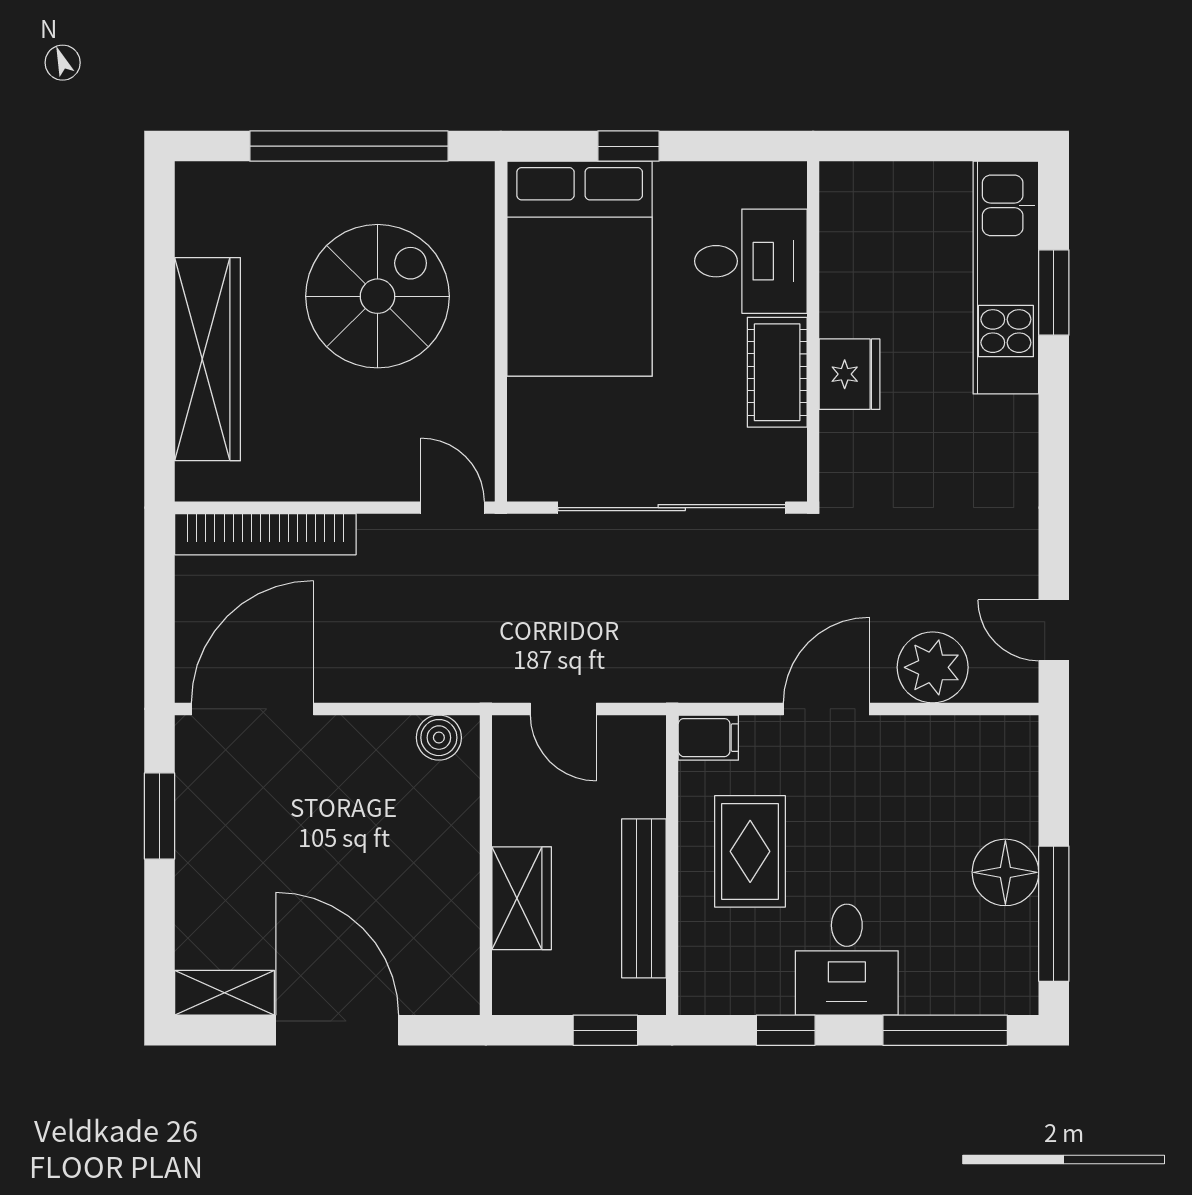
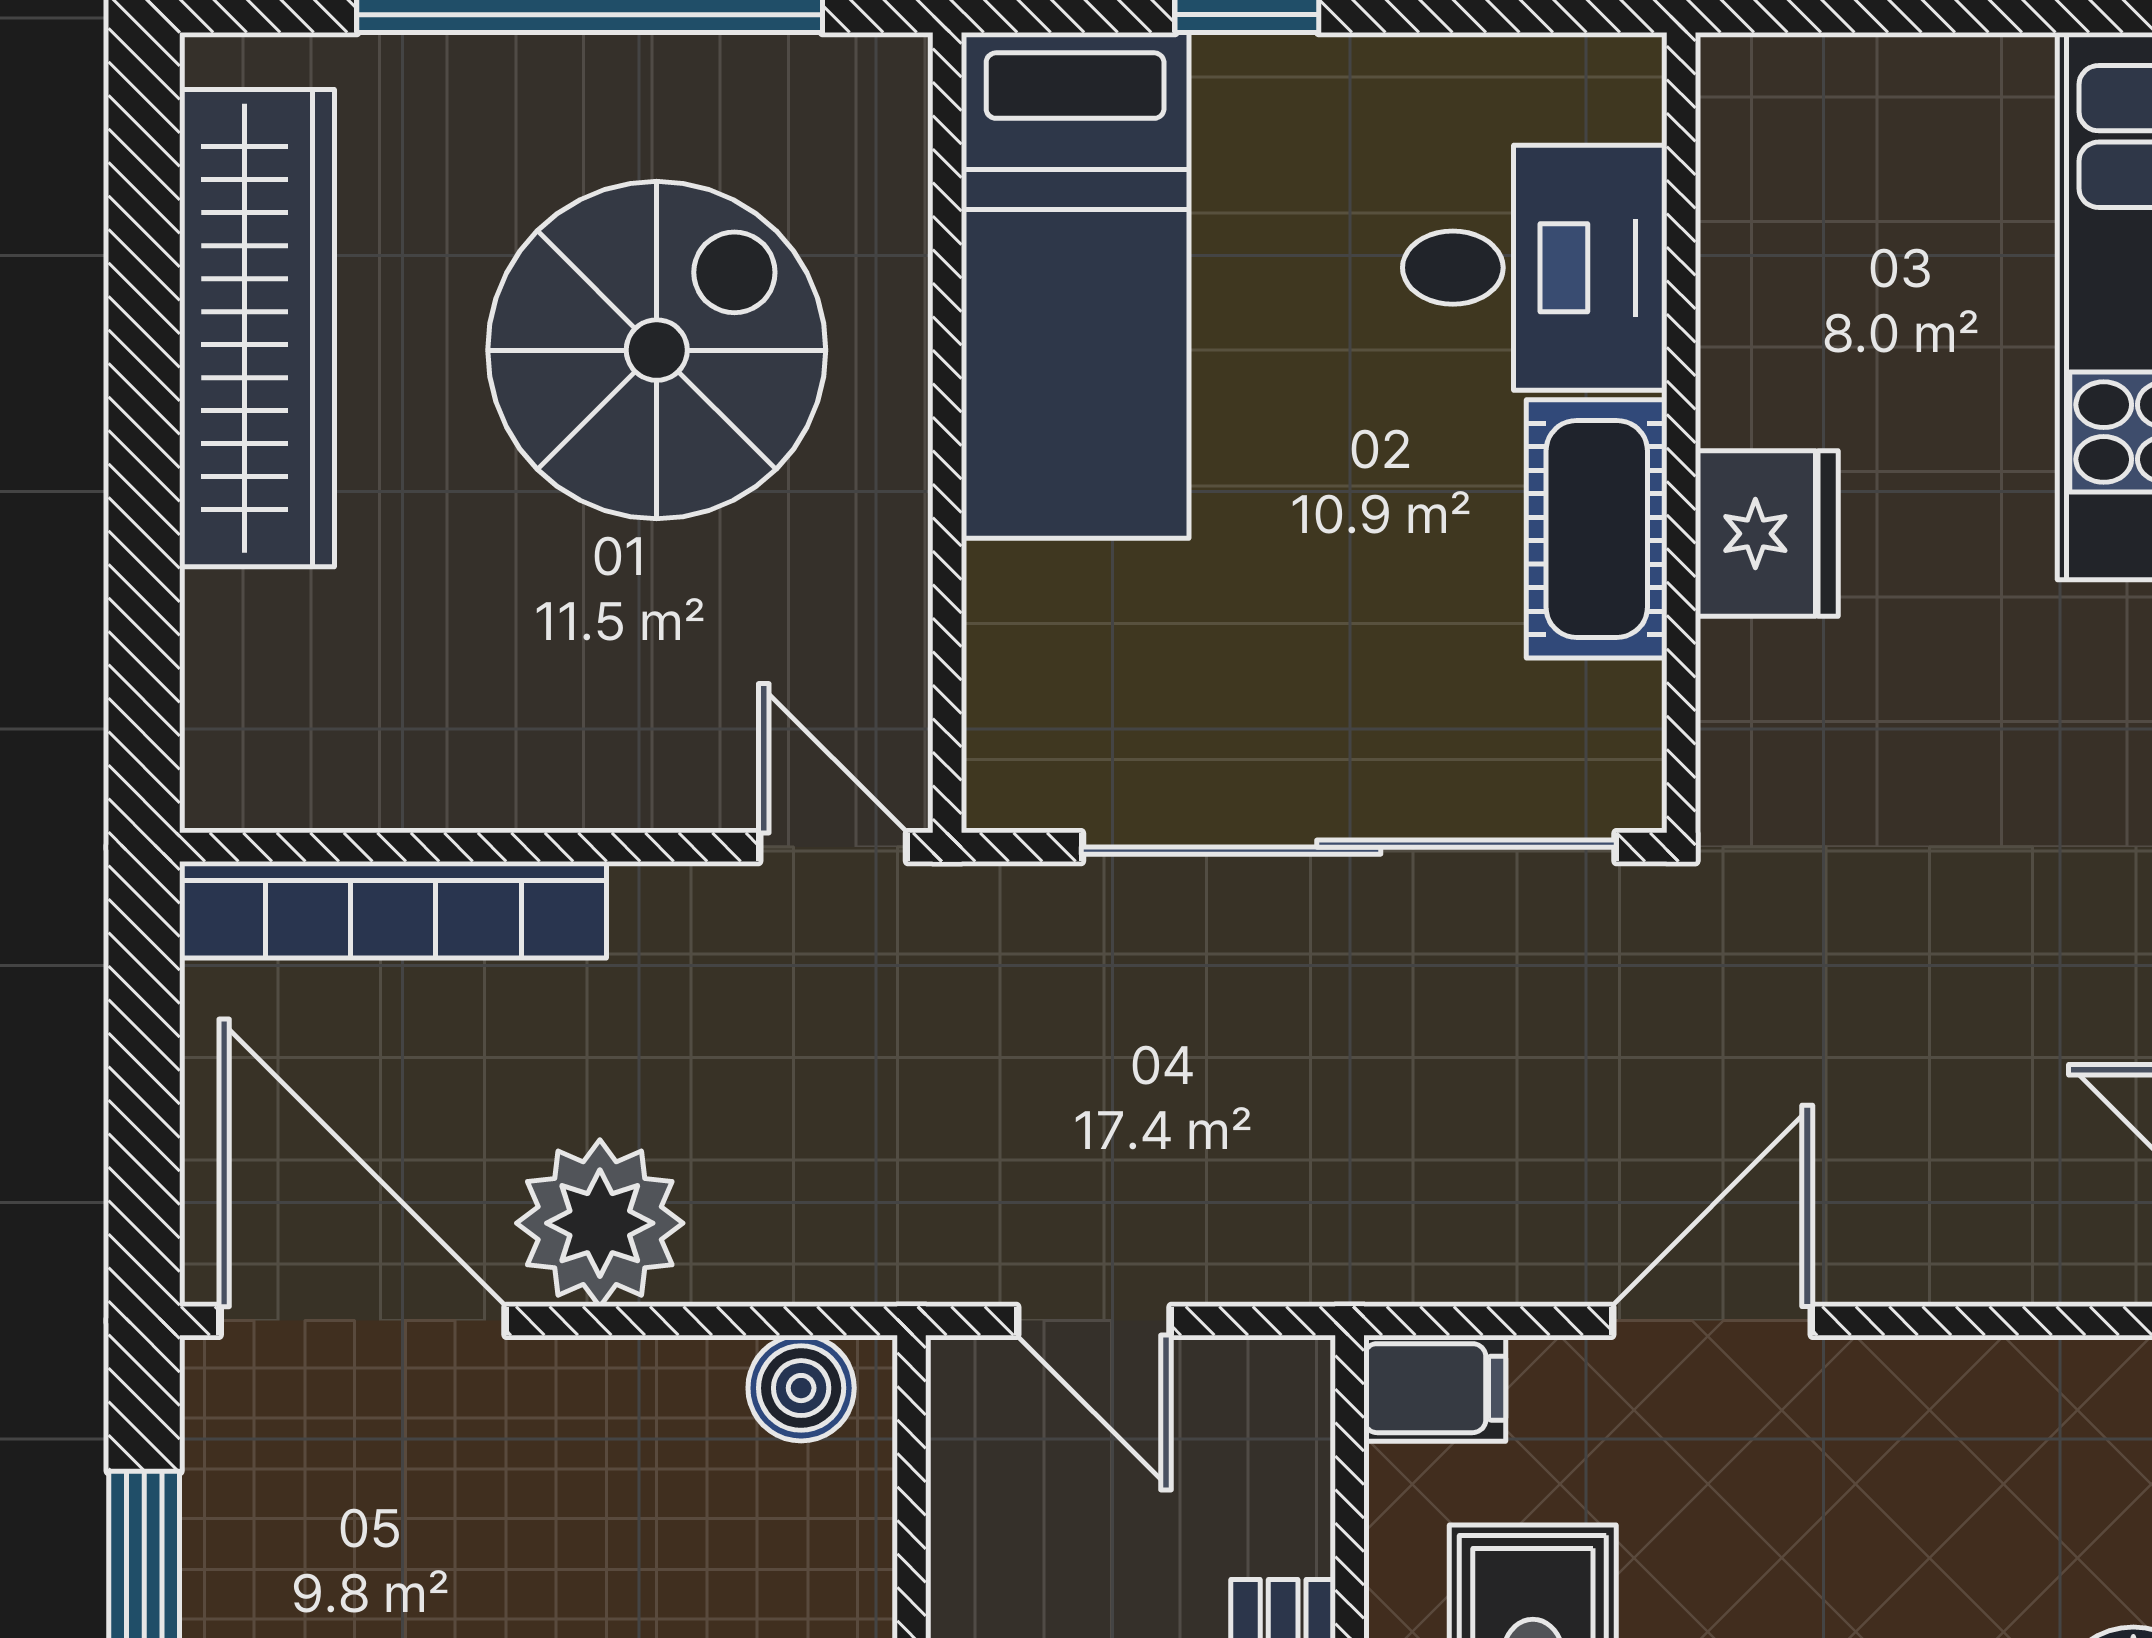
bed: (580, 269) -> (1075, 285), width x0.67
wardrobe: (208, 359) -> (257, 328), moved
plant: (933, 667) -> (600, 1223), moved
door: (252, 709) -> (363, 1321), hinge flipped

